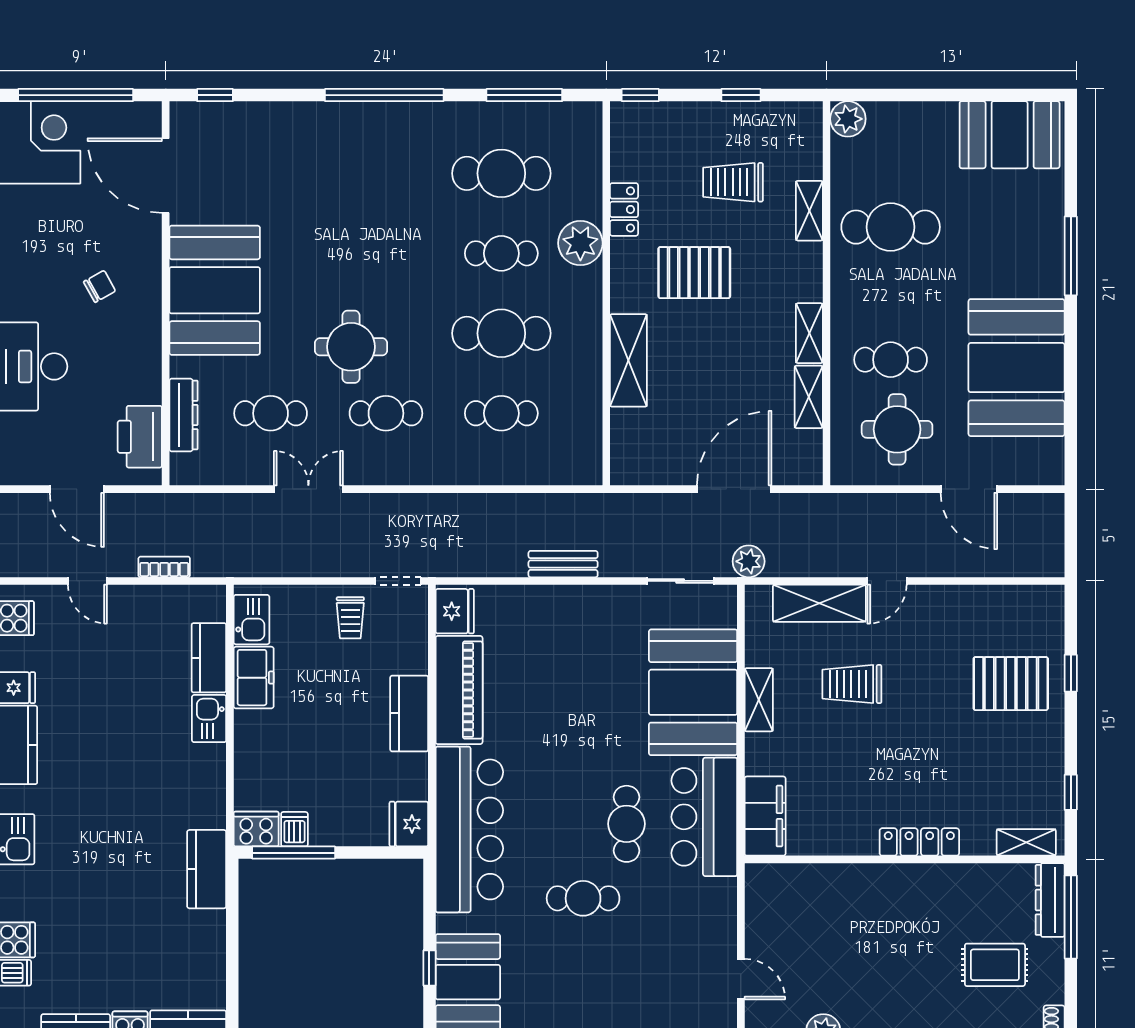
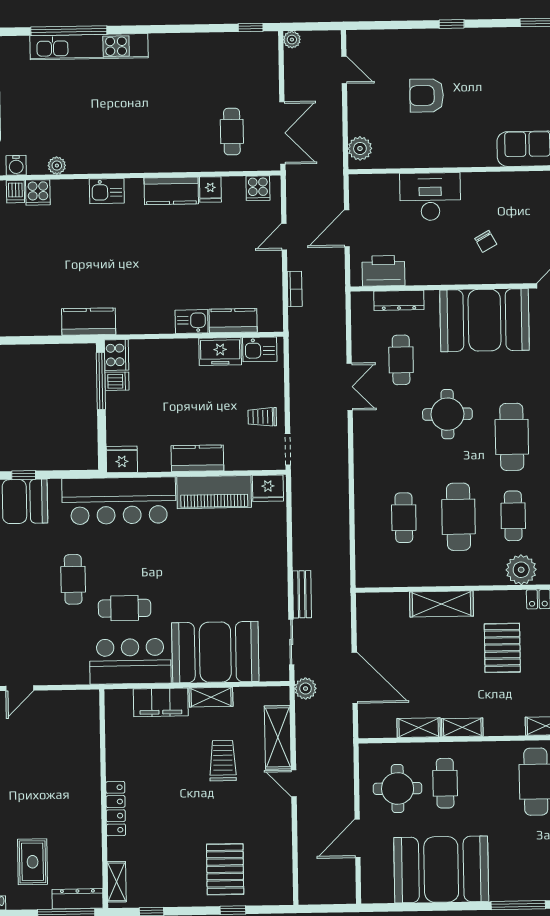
cafe table: (386, 413) -> (512, 437), moved, width x1.37, depth x1.35
bench: (563, 564) -> (302, 594), moved
filing cabinet: (765, 816) -> (161, 702), moved

